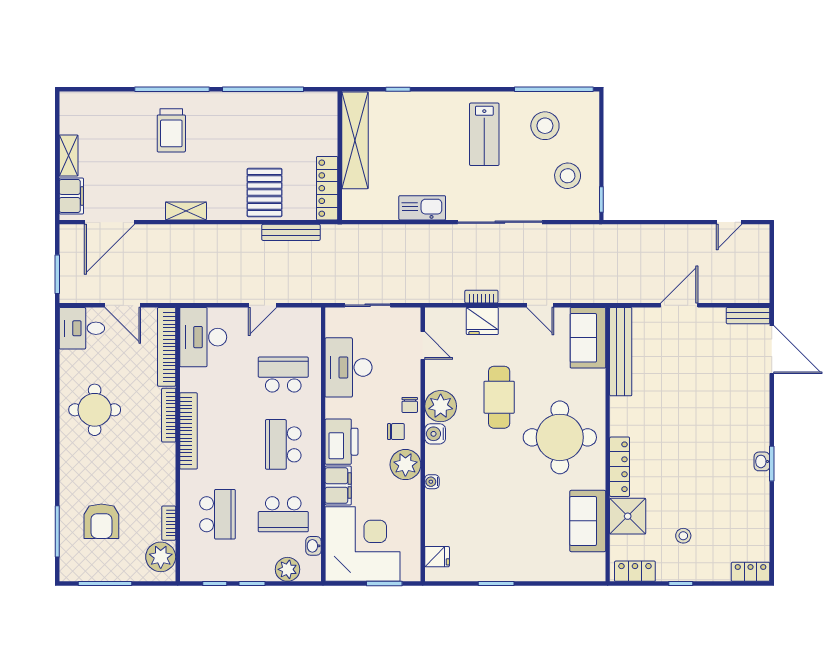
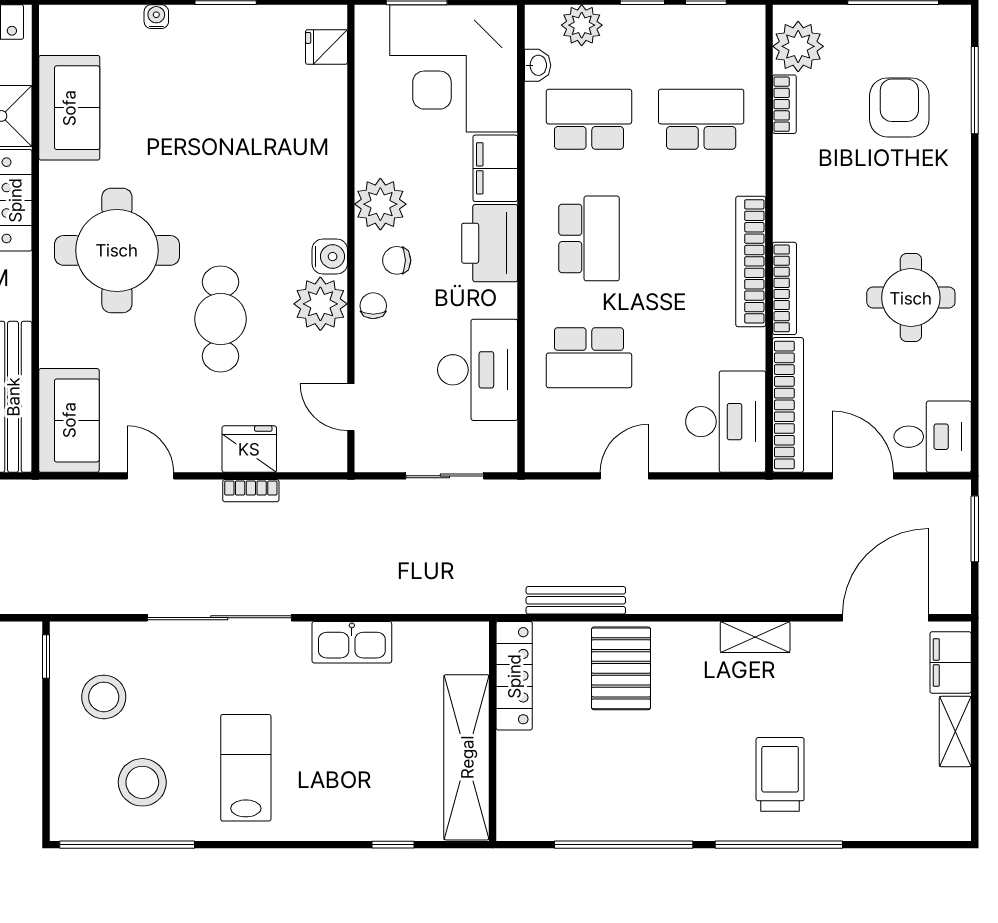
water cooler: (432, 482) -> (156, 17), moved, turned -90
school desk: (218, 514) -> (701, 119), turned 90

